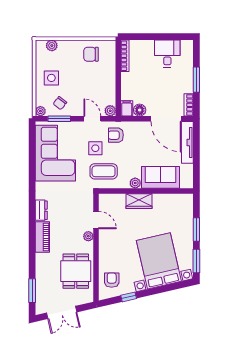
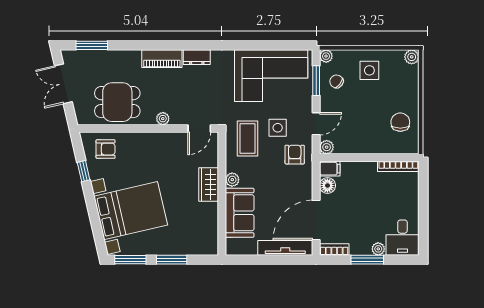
plant: (52, 46) -> (412, 57), moved
desk: (167, 54) -> (403, 238), moved, turned 90
plant: (188, 71) -> (378, 249), added
door: (96, 220) -> (199, 128), moved

